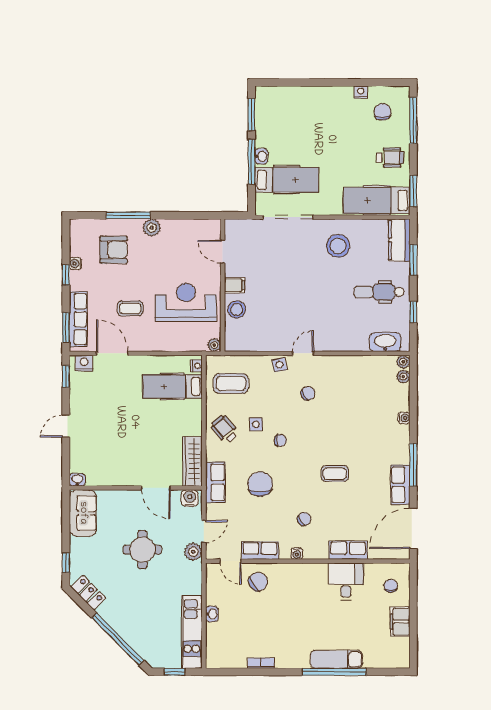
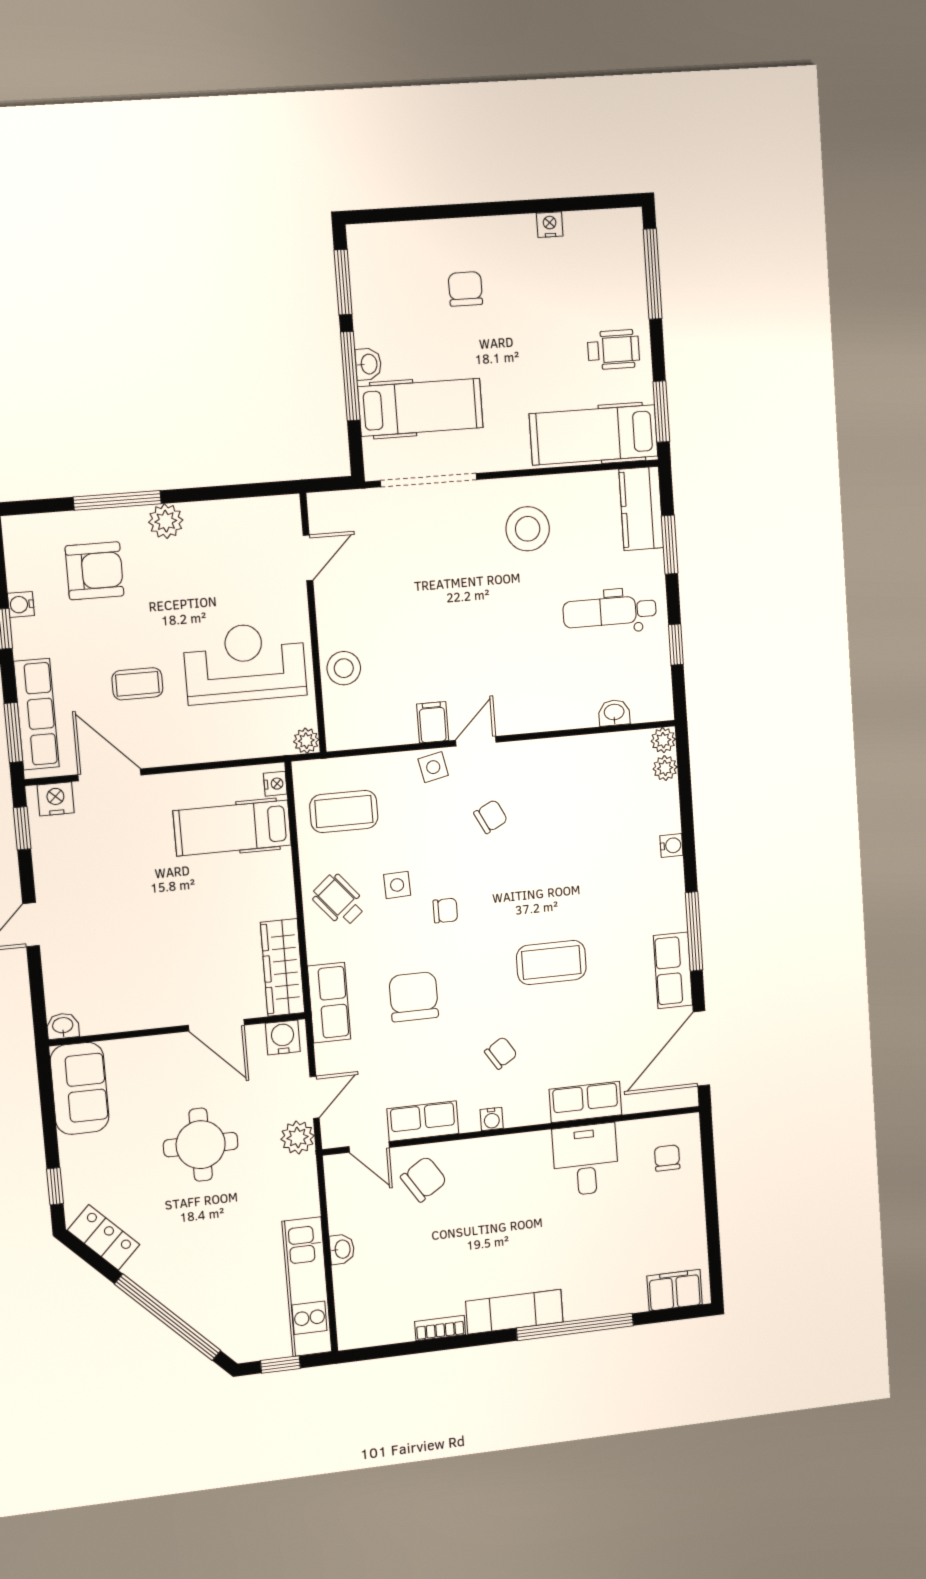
chair: (383, 112) -> (465, 289), moved
door: (223, 252) -> (308, 558), swing flipped
filing cabinet: (234, 285) -> (433, 722), moved, turned -90
washbasin: (385, 342) -> (614, 713), width x0.52, depth x0.69
coffee table: (335, 474) -> (551, 963), width x1.36, depth x1.30
filing cabinet: (400, 622) -> (675, 1290), moved, turned 90
exam couch: (336, 659) -> (514, 1312), moved

